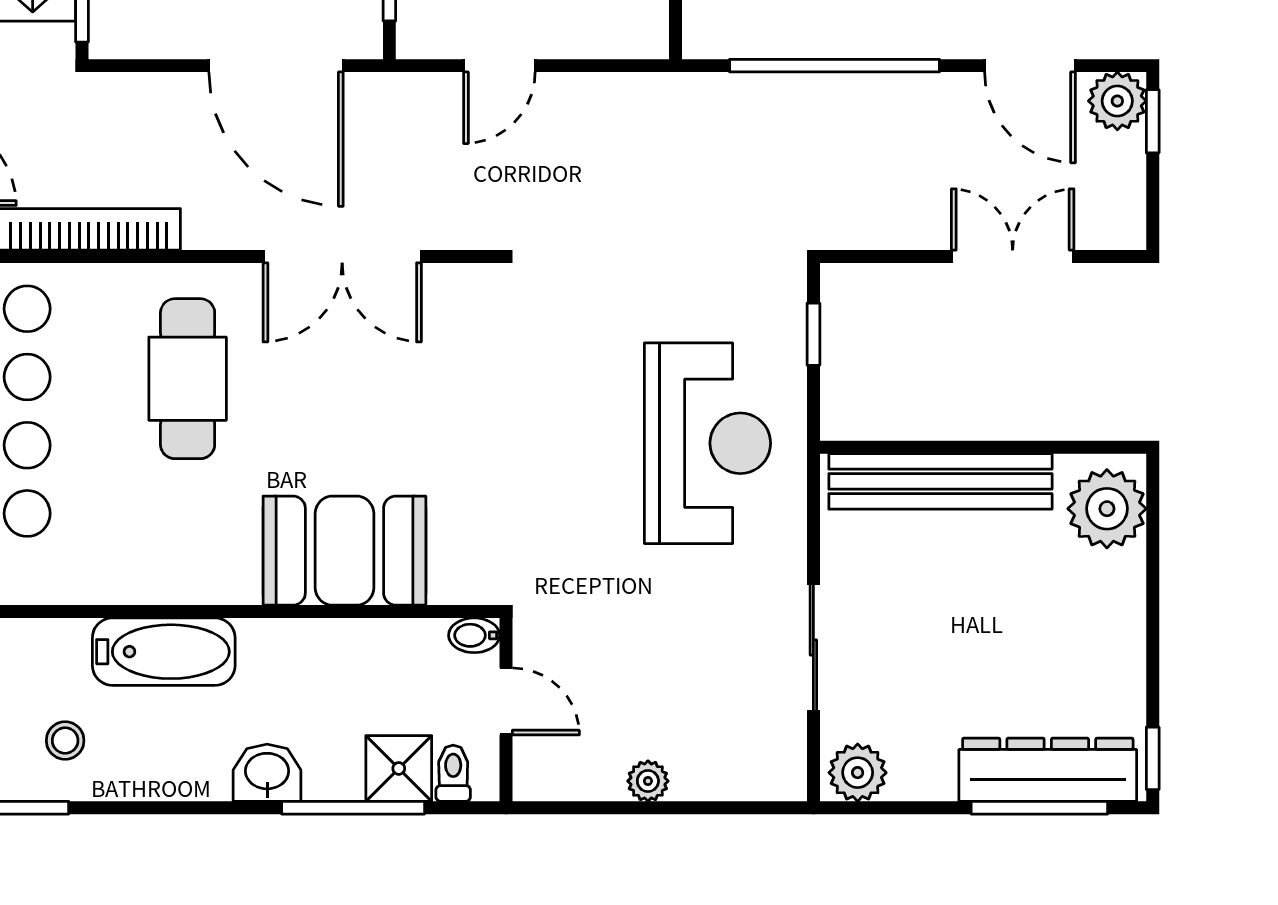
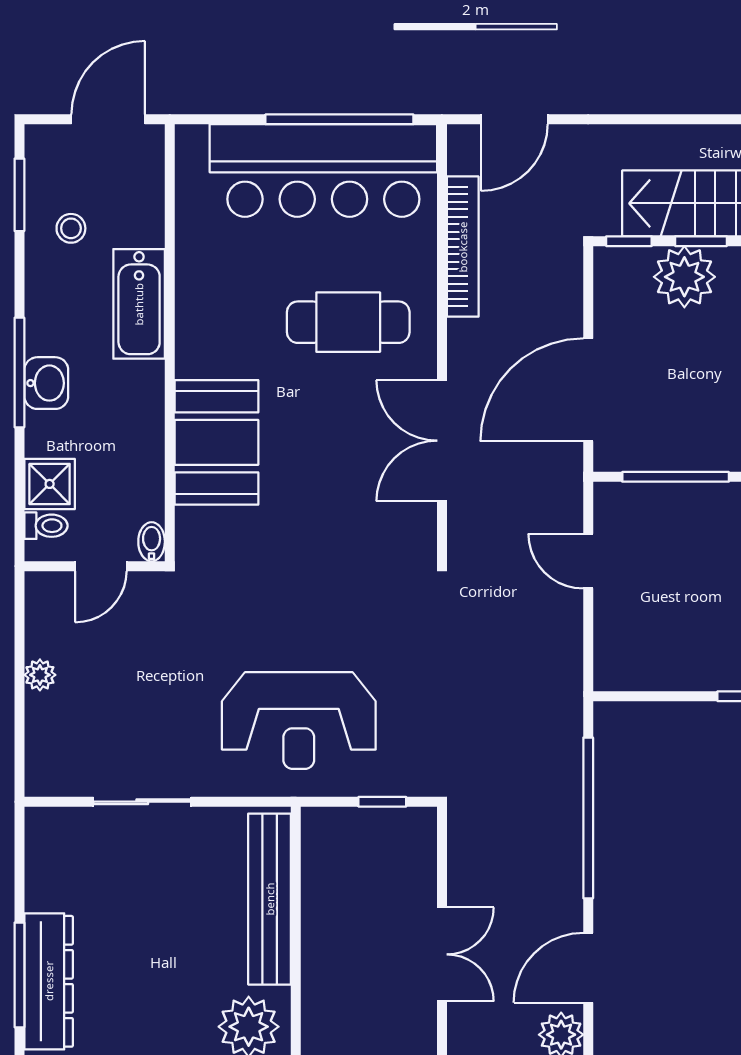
plant: (858, 773) -> (46, 836), removed
window: (353, 808) -> (19, 373), moved

